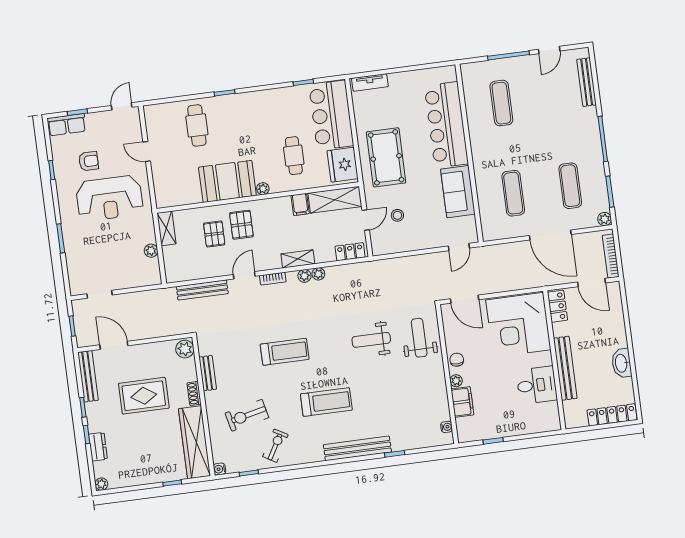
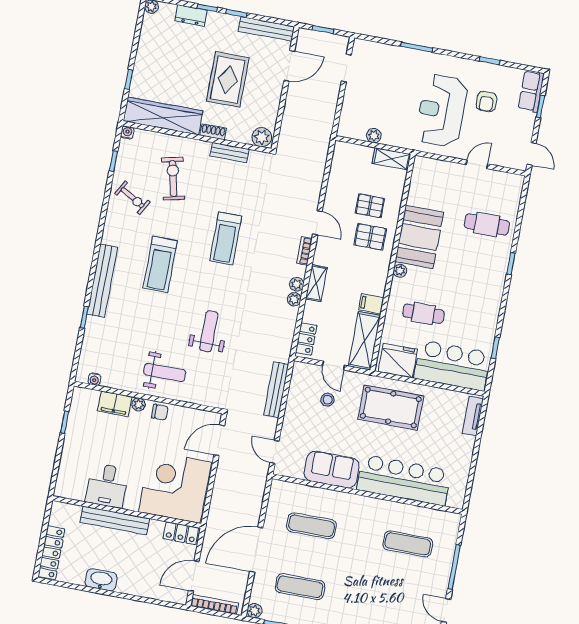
bench: (202, 290) -> (276, 390), moved
weight bench: (419, 338) -> (165, 372), moved

